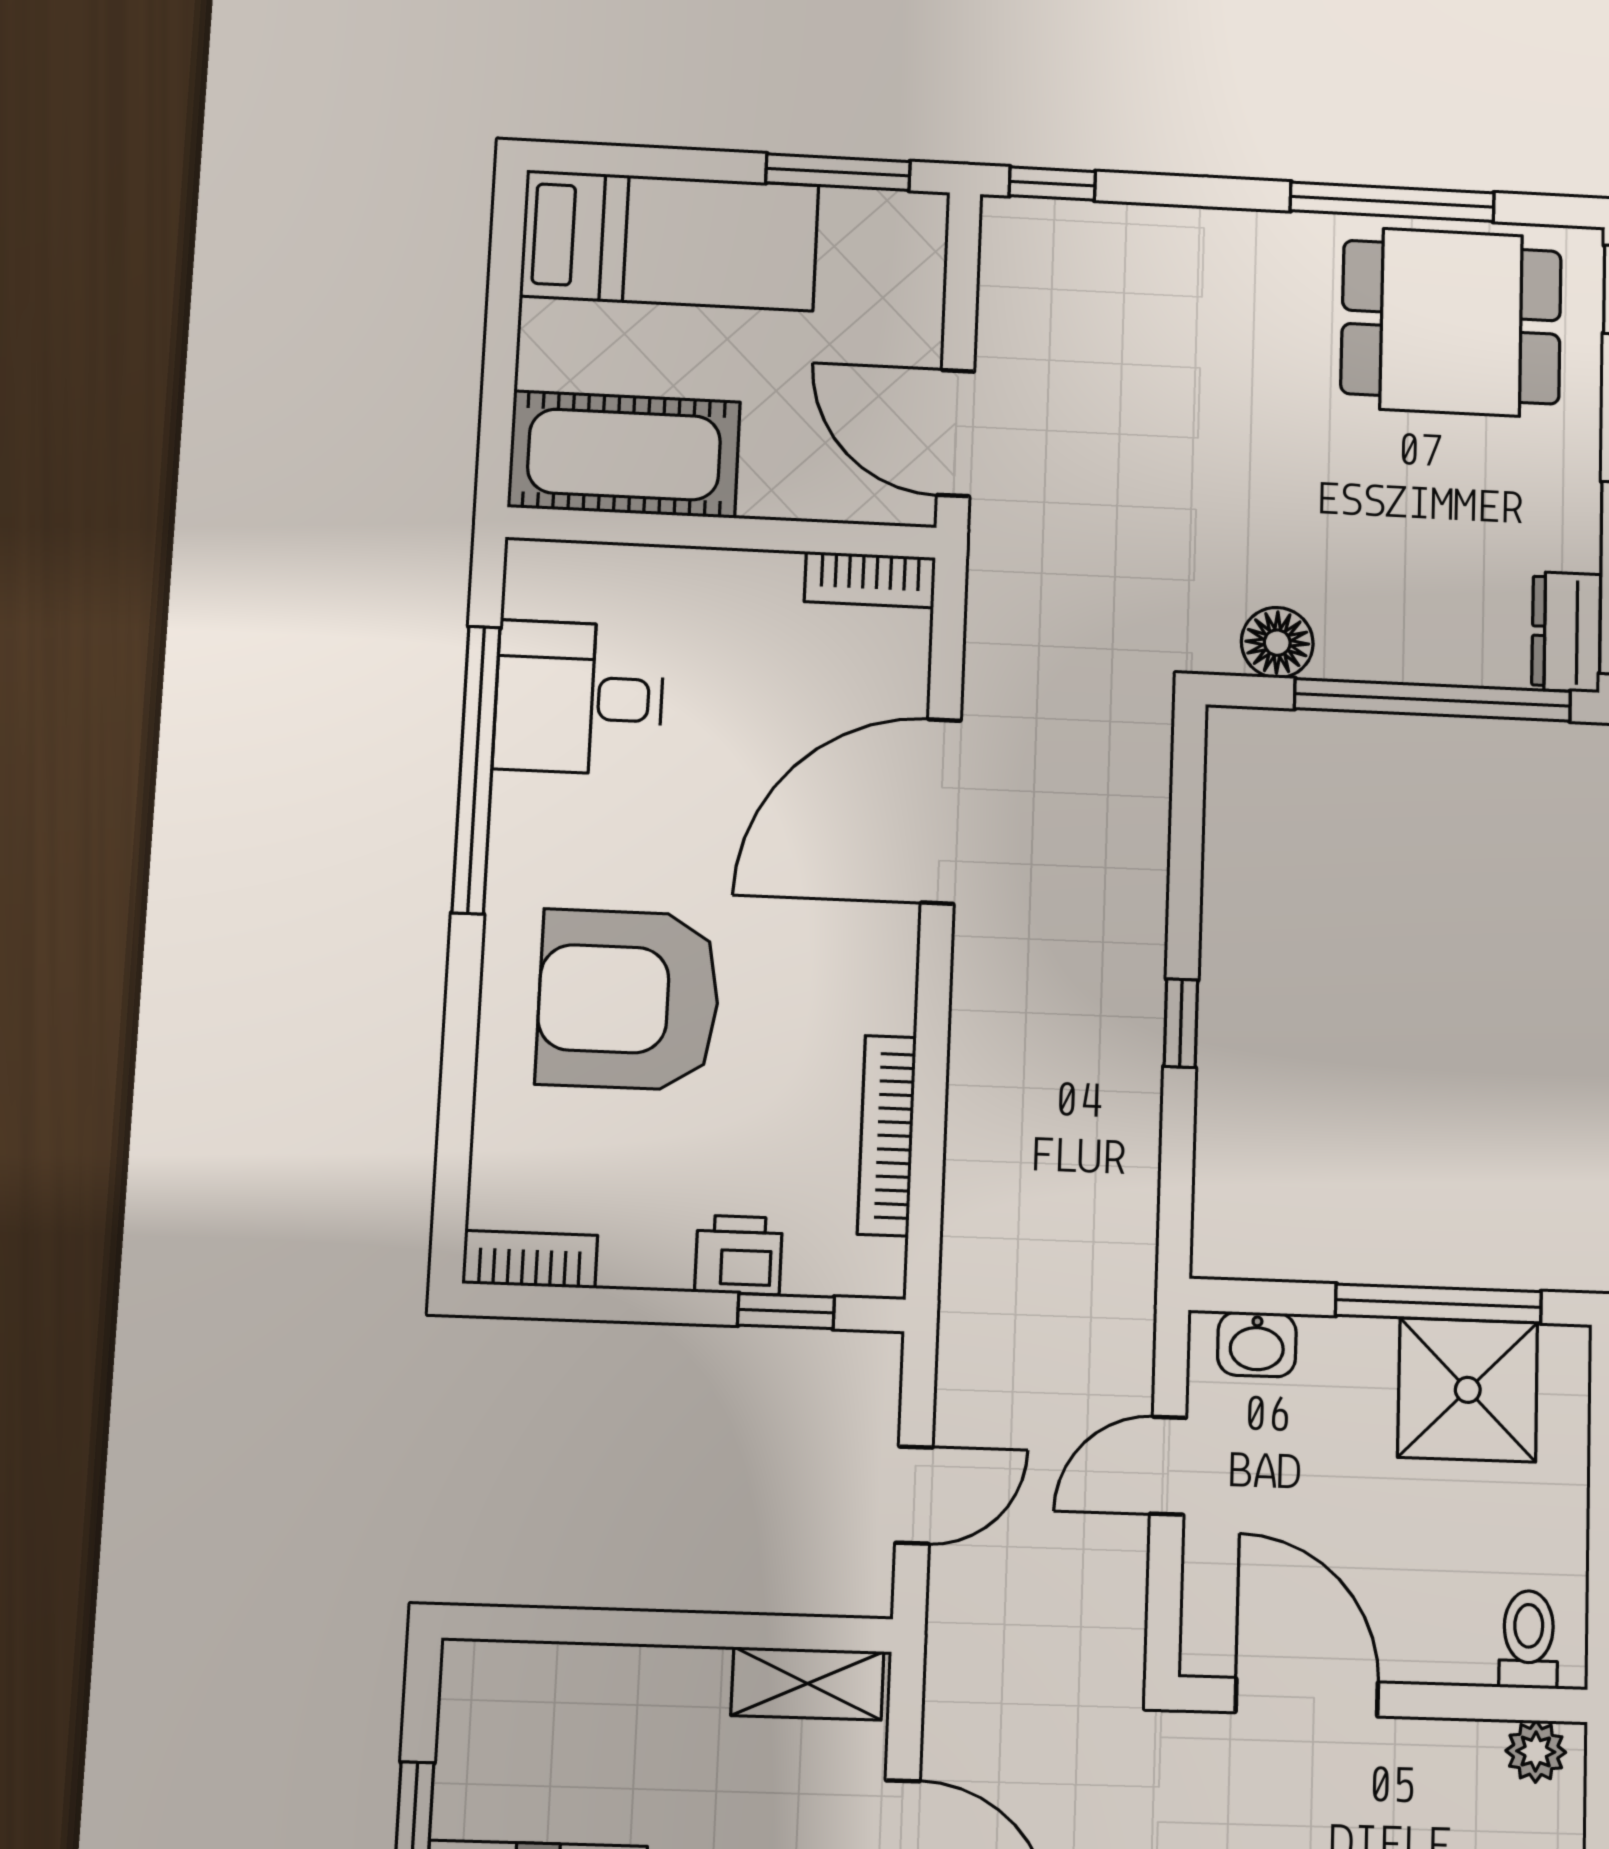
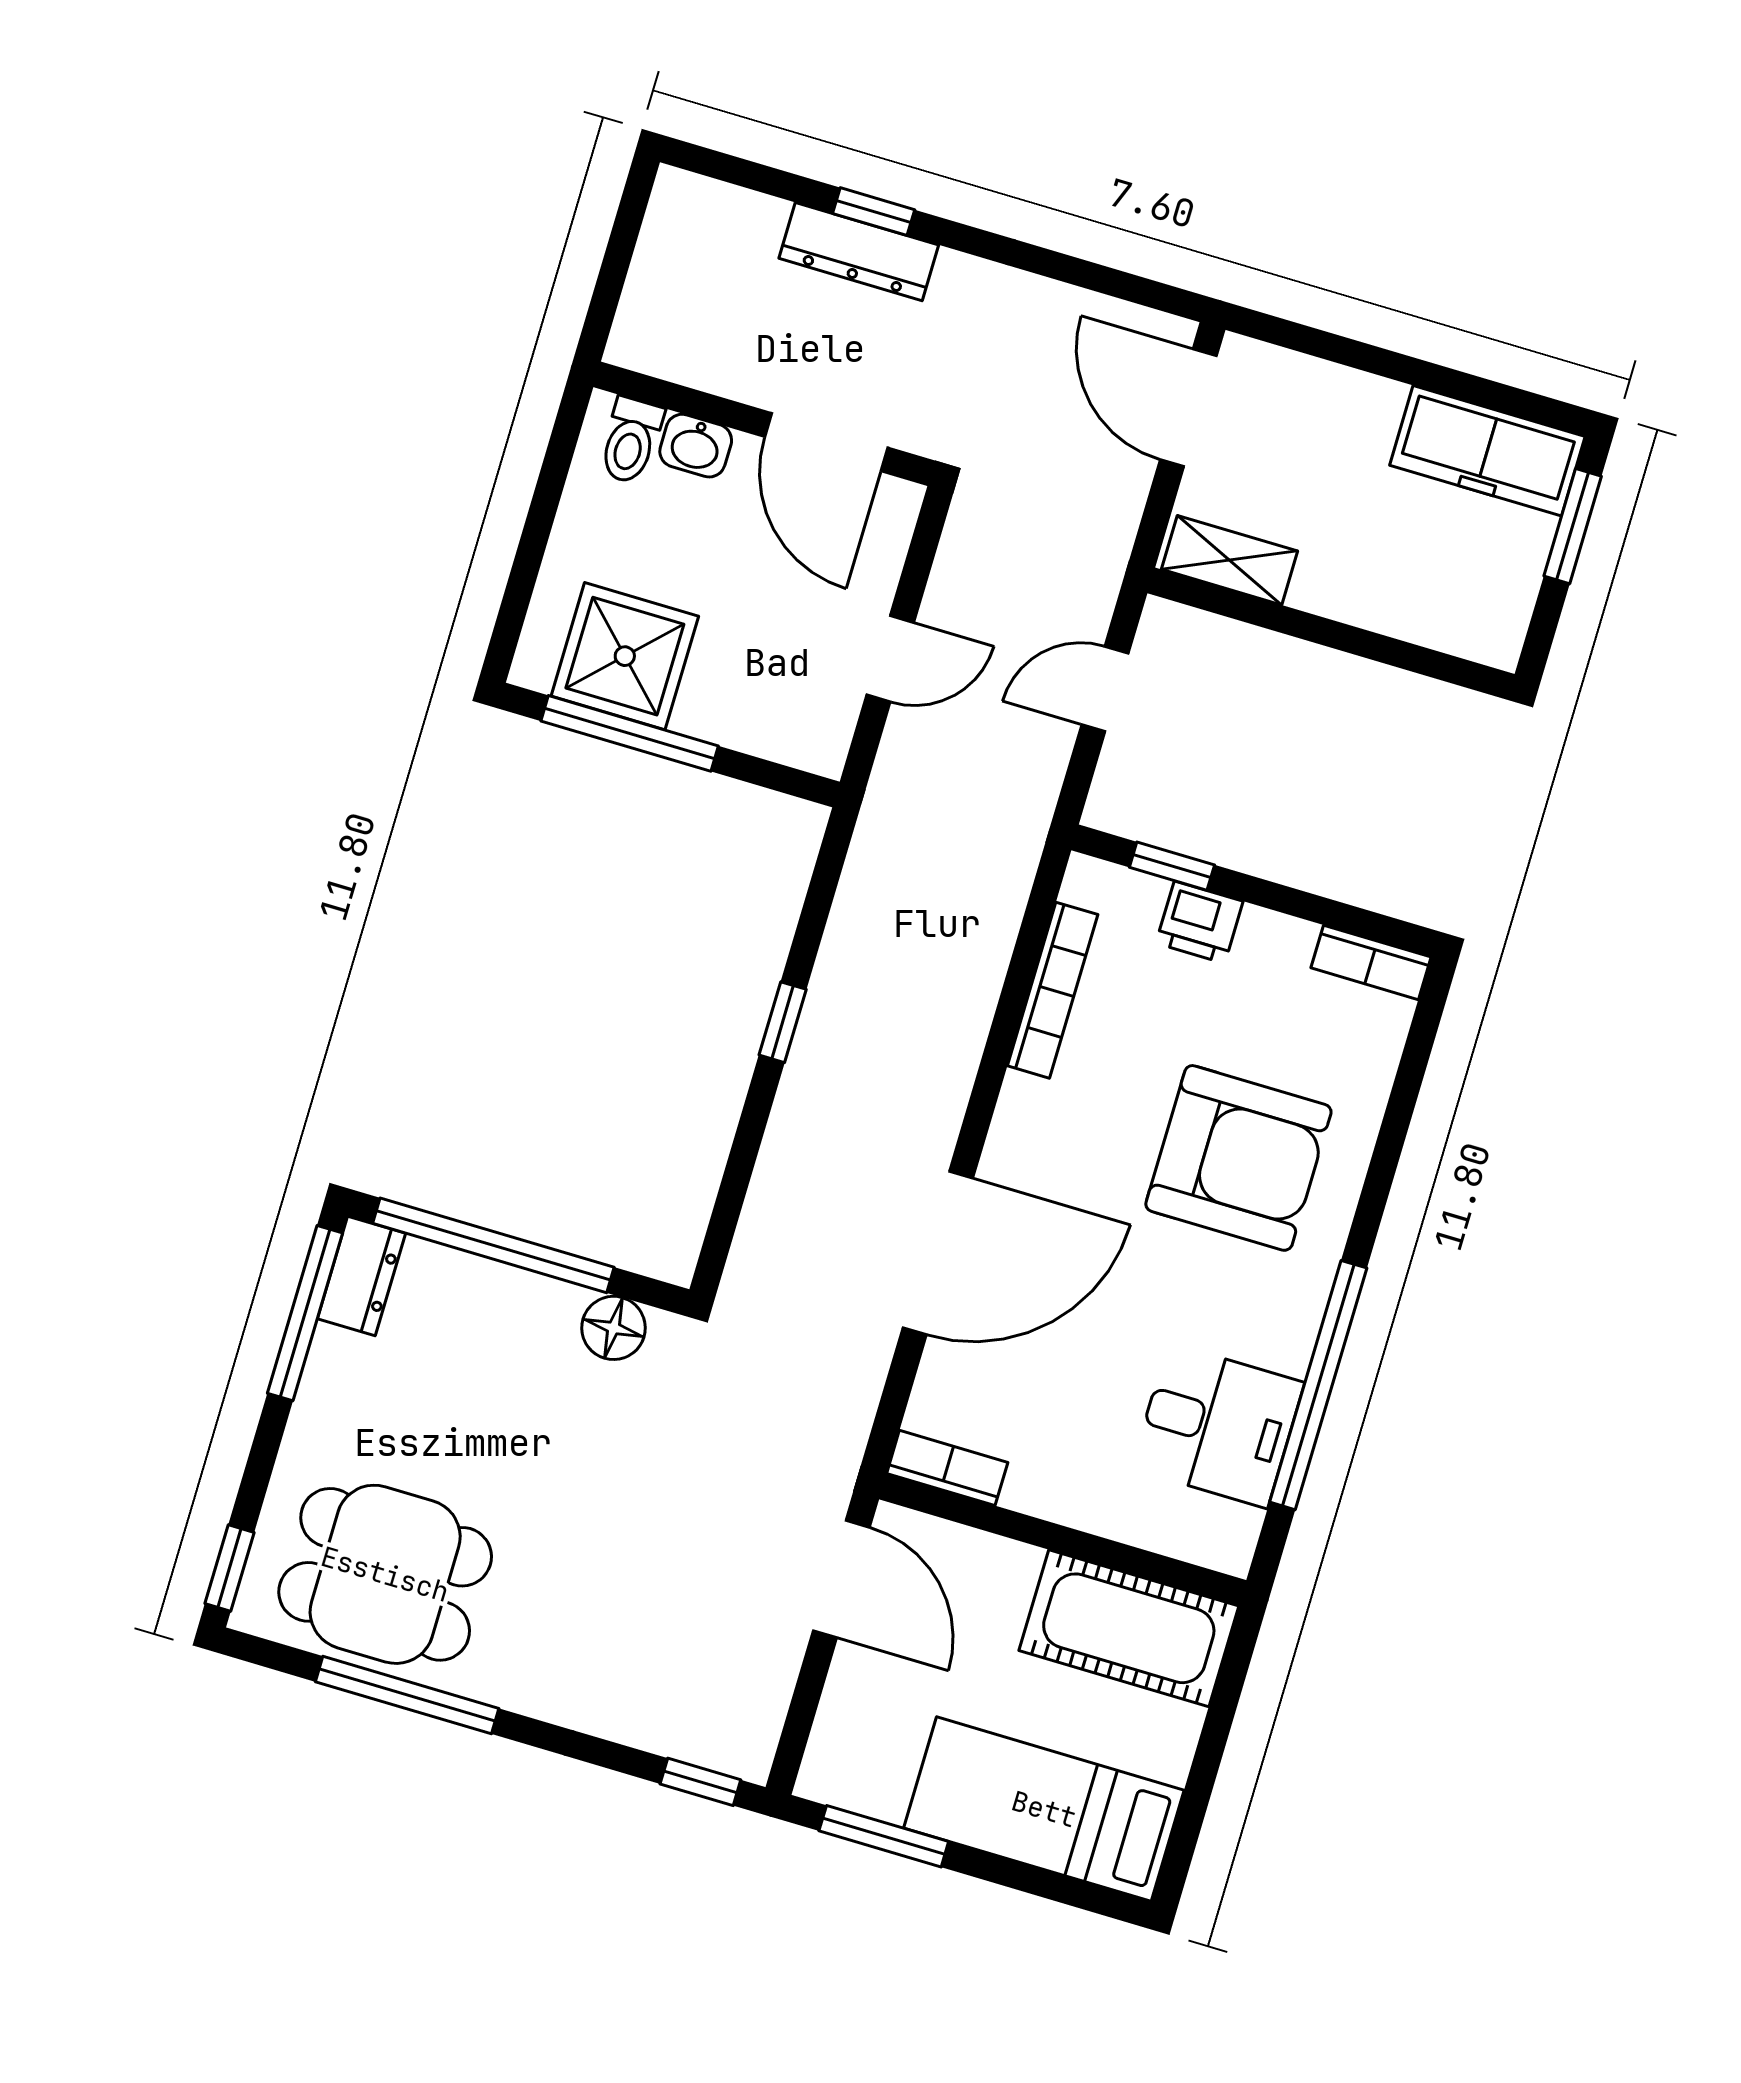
washbasin: (1257, 1344) -> (696, 446), moved, turned 180
plant: (1536, 1751) -> (650, 349), removed

